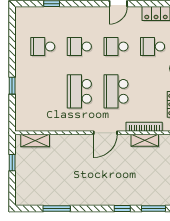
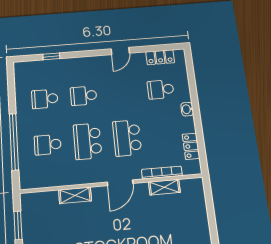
school desk: (116, 47) -> (48, 145), moved
window: (12, 86) -> (14, 142), width x3.17
shelving: (35, 141) -> (75, 195), moved
window: (12, 163) -> (18, 225), width x1.50

